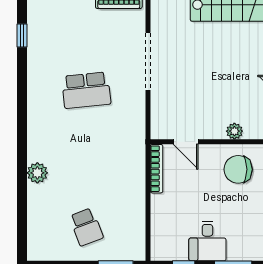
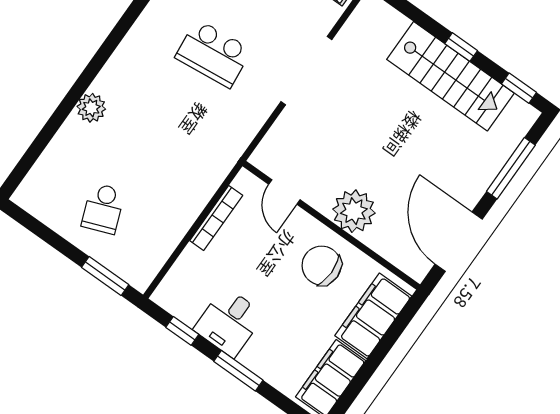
plant: (234, 131) -> (354, 211), width x1.88, depth x1.88
bookcase: (157, 169) -> (216, 218), moved

